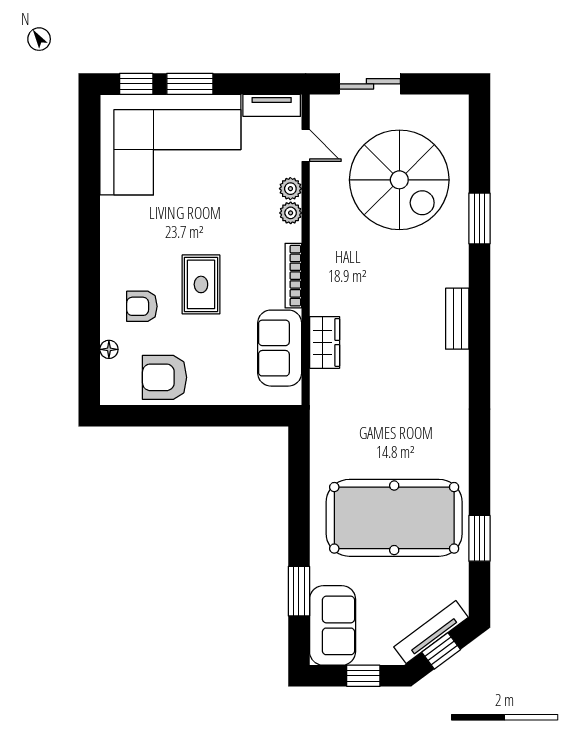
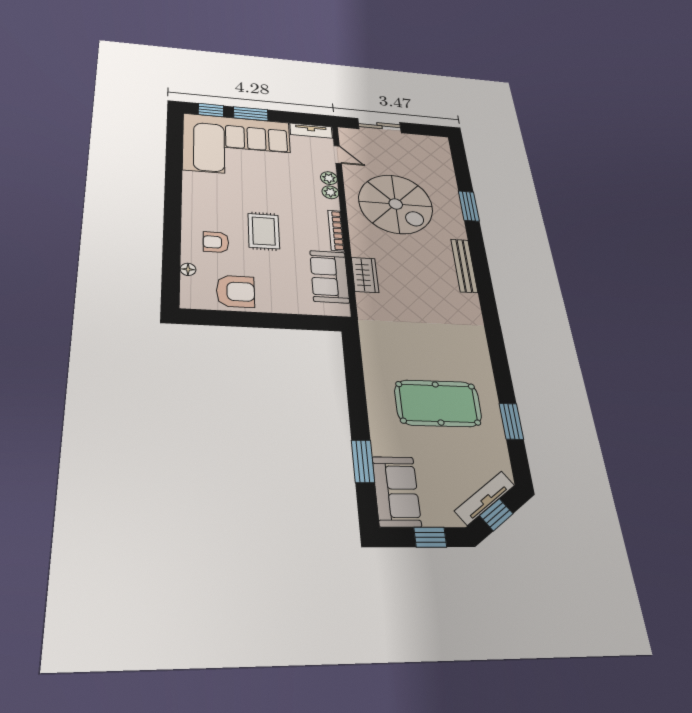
spiral stairs: (399, 180) -> (396, 204), moved
bench: (457, 319) -> (464, 266), width x1.36
armchair: (165, 377) -> (235, 291), turned 180
pool table: (394, 518) -> (438, 403), width x0.73, depth x0.76

